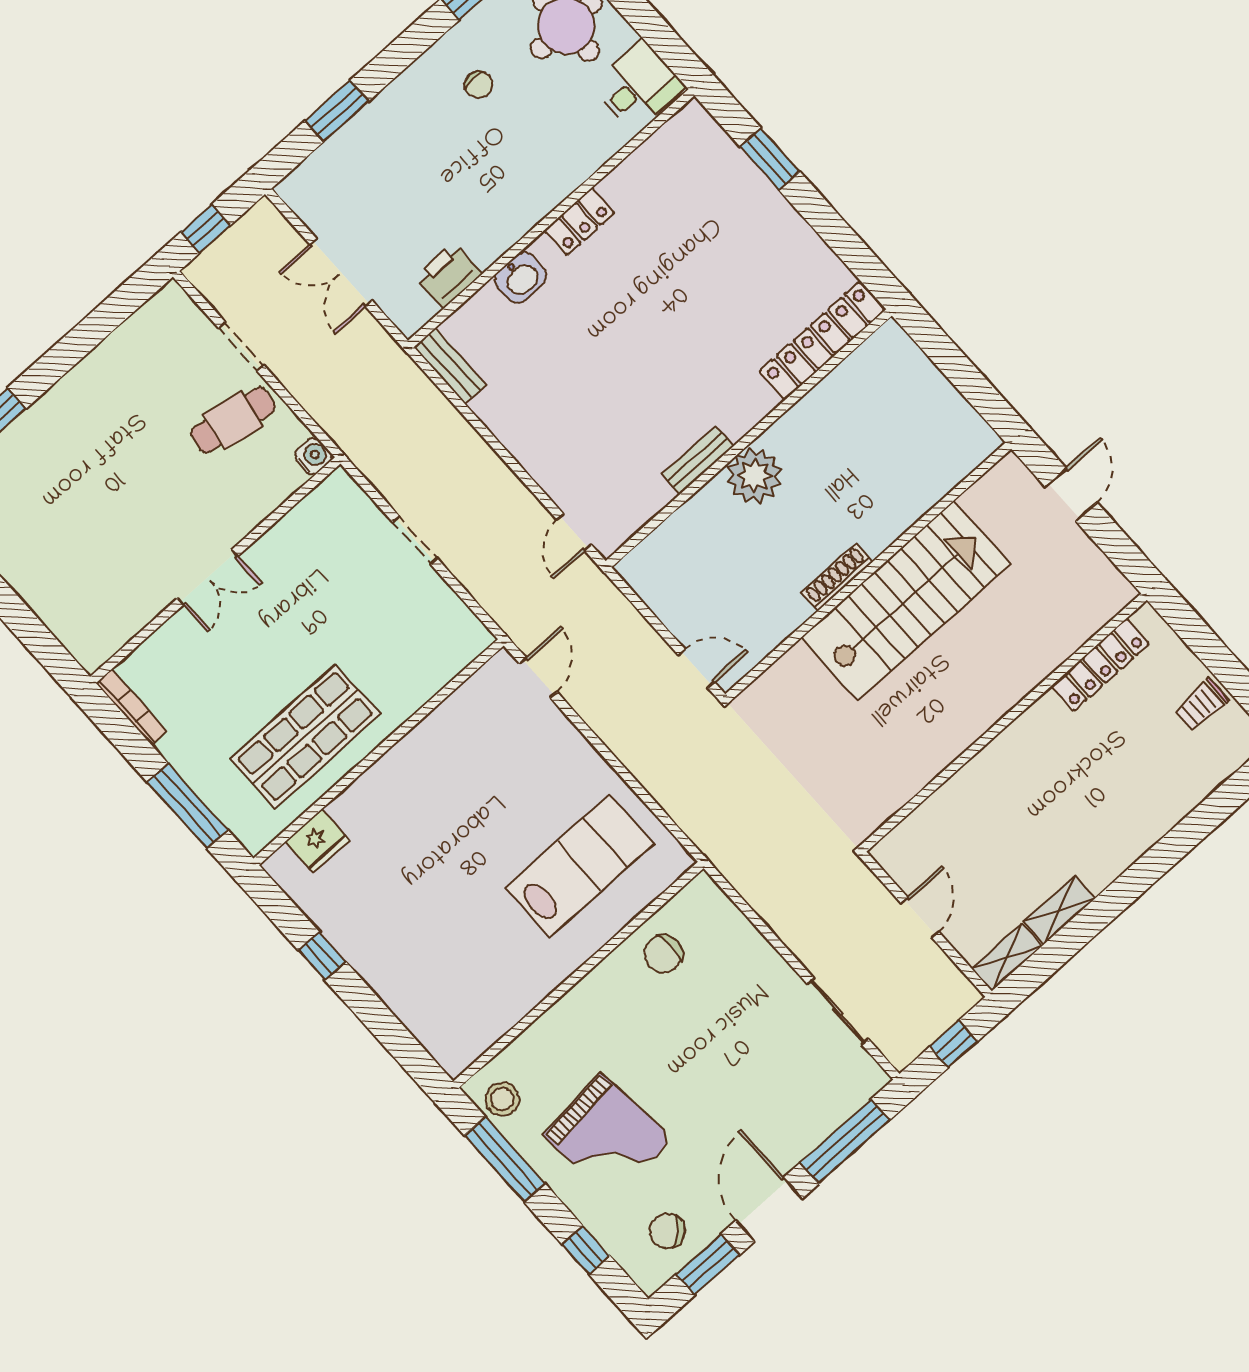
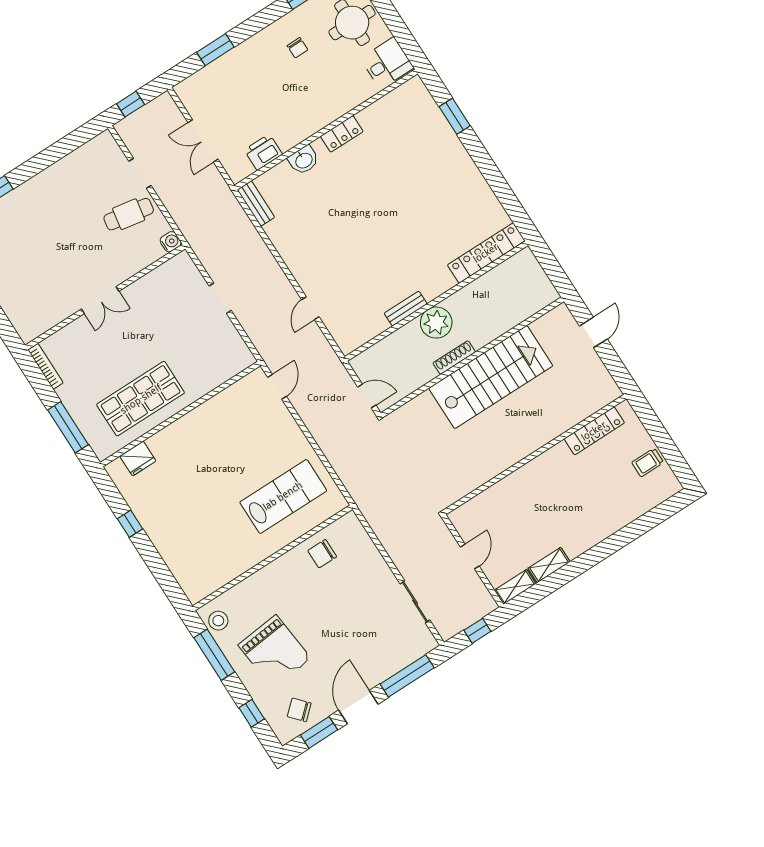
locker: (822, 341) -> (486, 253), moved
wall: (749, 438) -> (436, 301), moved
bench: (698, 460) -> (406, 309), moved
plant: (755, 476) -> (436, 323), moved

